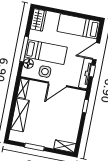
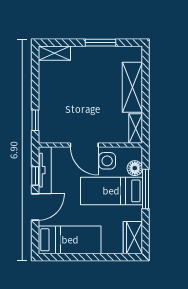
door: (57, 84) -> (84, 145), swing flipped

